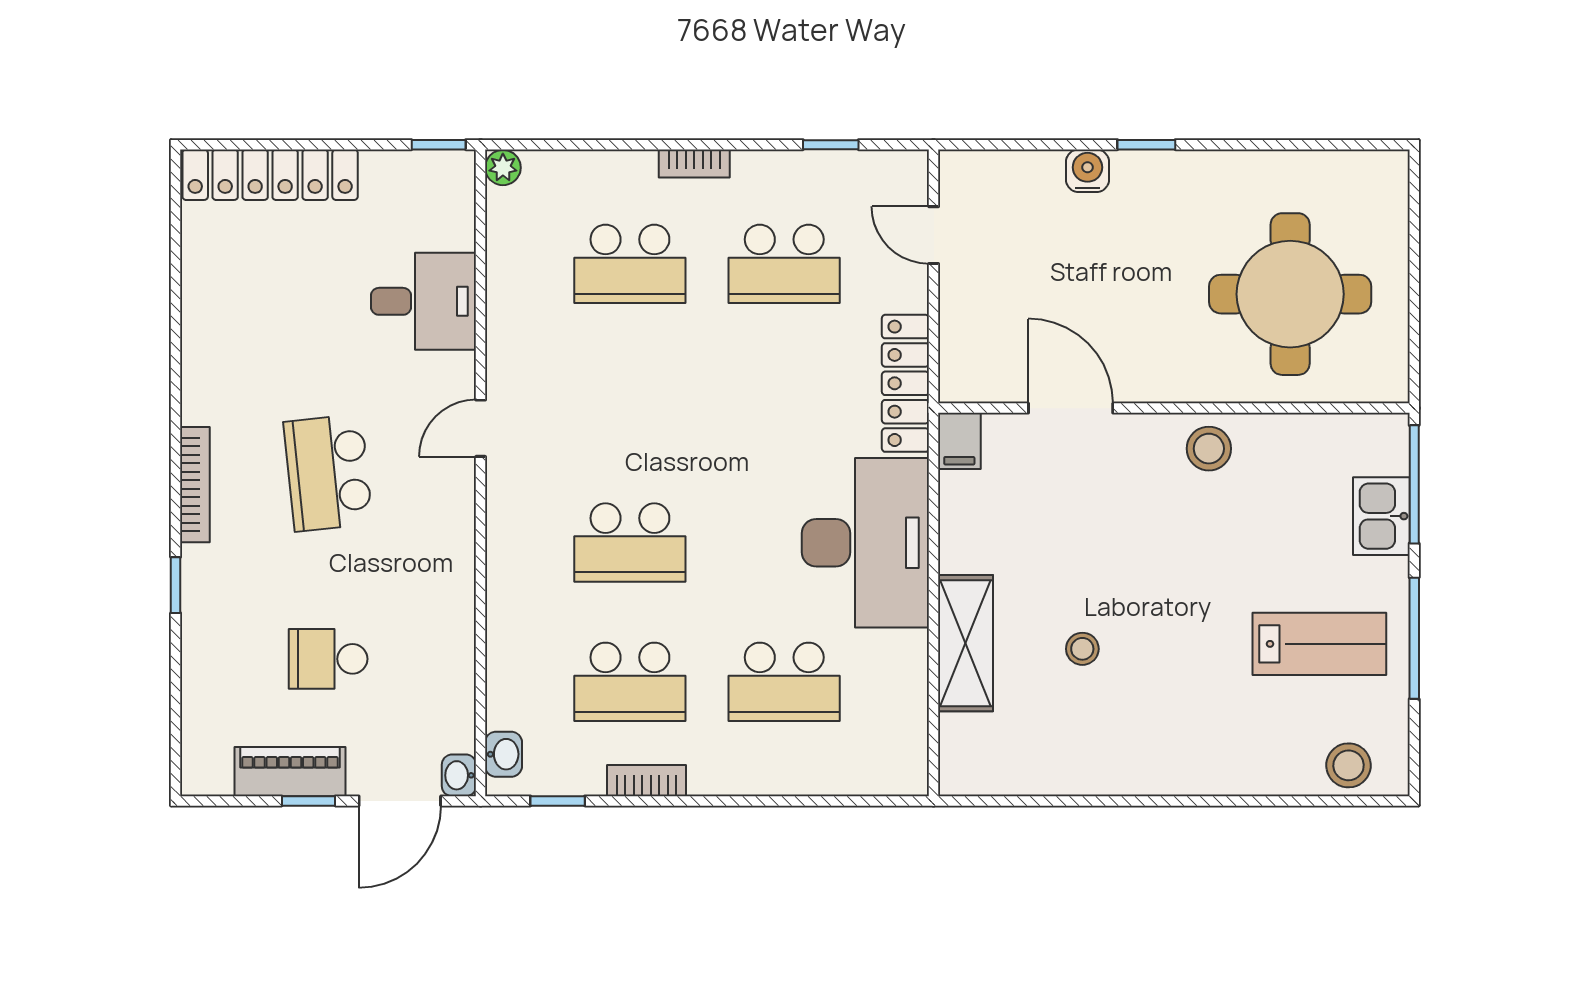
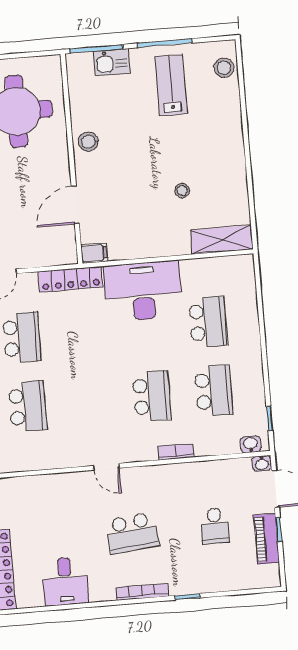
desk: (424, 301) -> (65, 581), moved, turned 180
shelving: (965, 643) -> (222, 240), moved
bookcase: (646, 781) -> (176, 452), moved, turned 90

